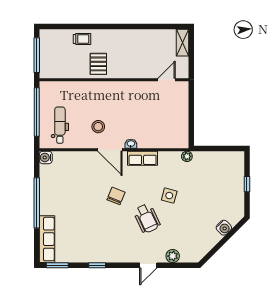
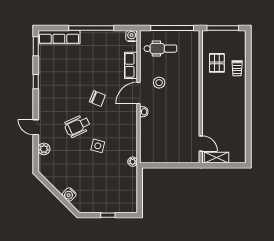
shelving: (182, 43) -> (216, 158), moved
pallet: (98, 64) -> (217, 63), moved, turned 90
row of seats: (143, 158) -> (131, 65), moved

